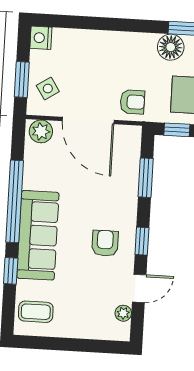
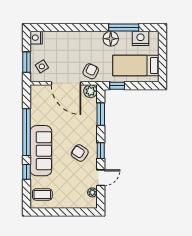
armchair: (132, 102) -> (91, 71), turned -64
plant: (41, 131) -> (90, 91), moved
armchair: (105, 243) -> (80, 153), turned -56

